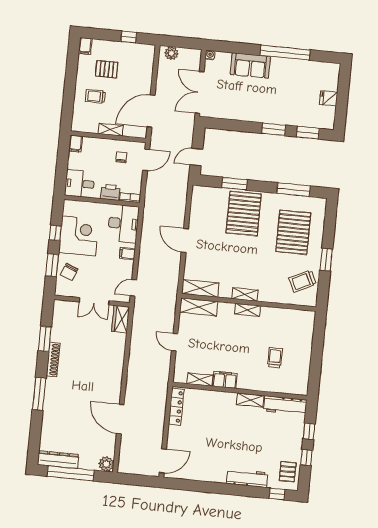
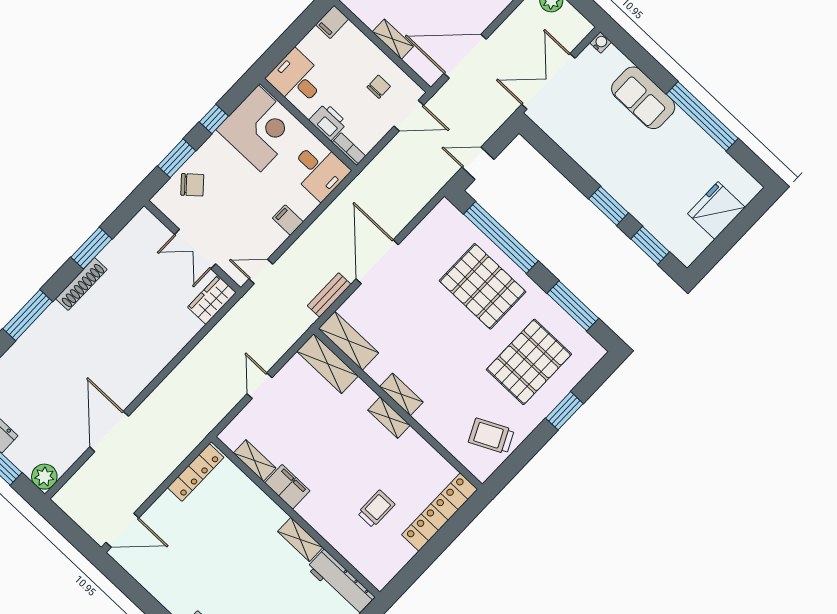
fridge: (329, 98) -> (716, 210), width x1.88, depth x1.34
window: (234, 184) -> (501, 238), width x2.11
pallet: (244, 213) -> (483, 286), turned 90
desk: (123, 224) -> (319, 170), width x0.73
corner desk: (79, 236) -> (259, 128), moved
door: (185, 241) -> (377, 262), width x1.36
window: (326, 260) -> (564, 411), moved
chair: (69, 272) -> (192, 185), turned -153
bench: (174, 274) -> (329, 295), added
locker: (306, 336) -> (440, 512), added

